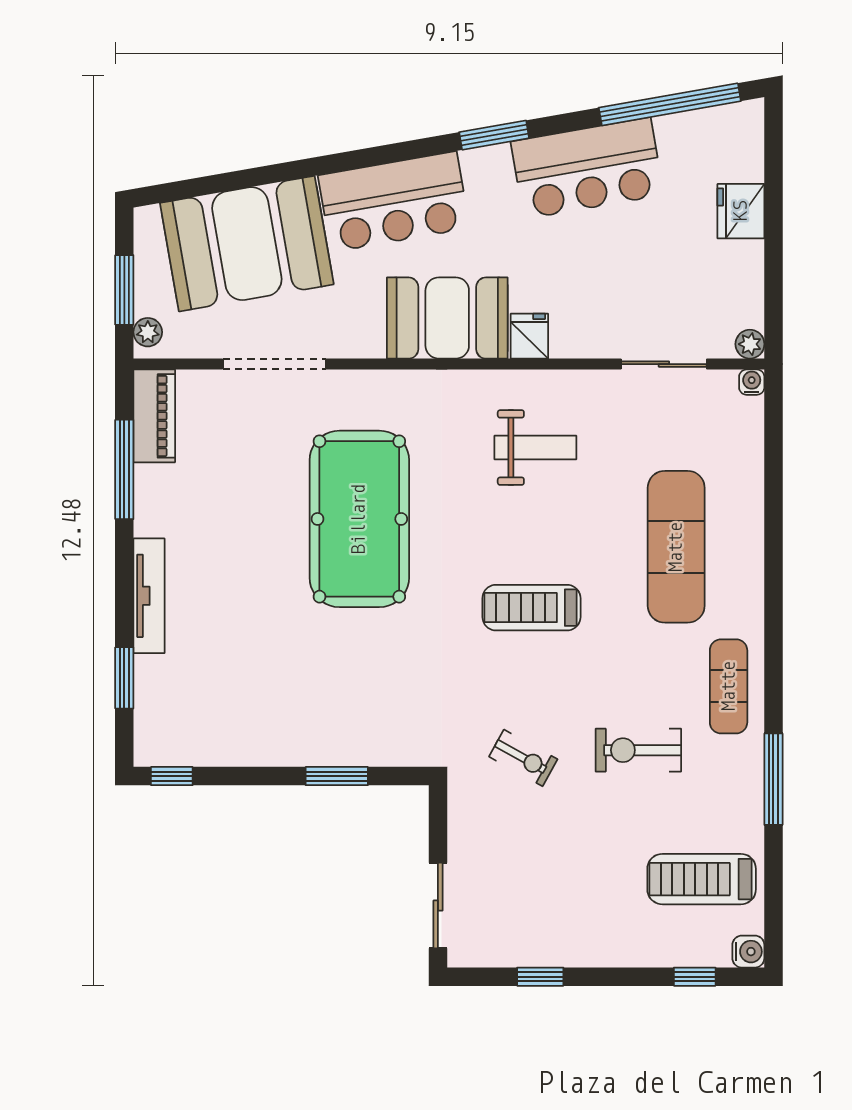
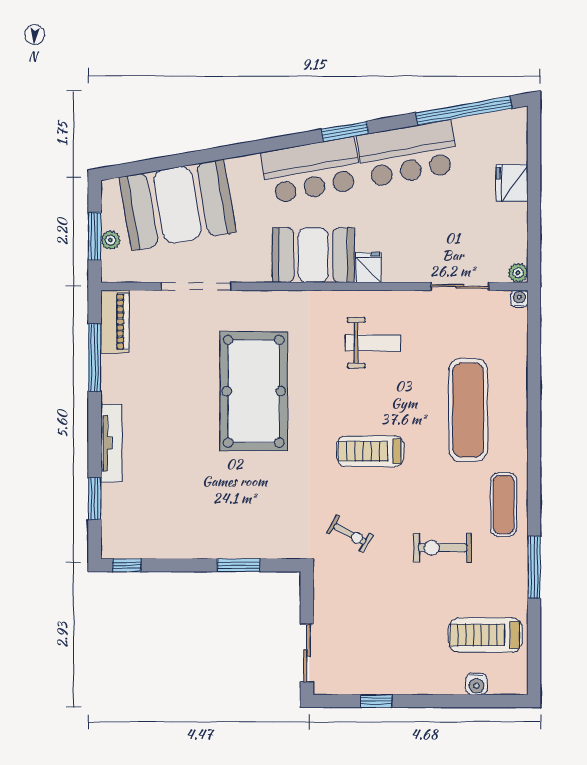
bar counter: (394, 202) -> (312, 170), moved
plant: (148, 332) -> (110, 240), moved
exercise bike: (523, 758) -> (350, 534), moved
water cooler: (748, 952) -> (476, 684), moved, turned 90
window: (695, 977) -> (481, 701), removed

